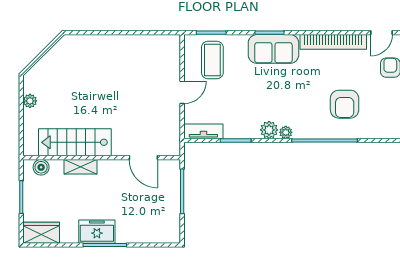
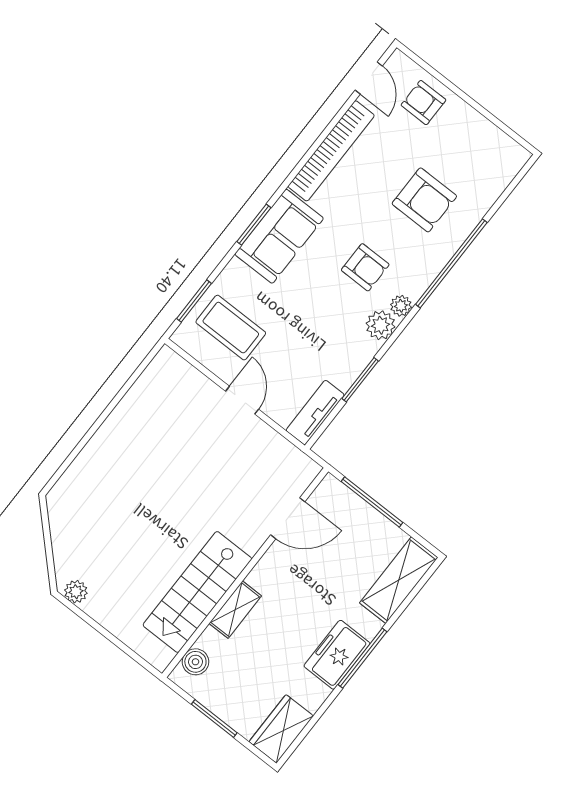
plant: (30, 101) -> (76, 592), moved
armchair: (291, 101) -> (365, 267), added
shelving: (155, 233) -> (399, 580), added

